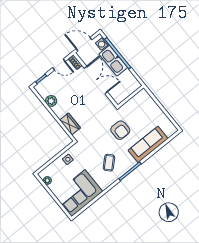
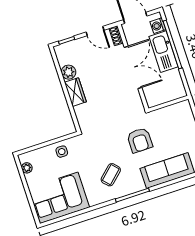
wardrobe: (70, 124) -> (75, 92), moved

